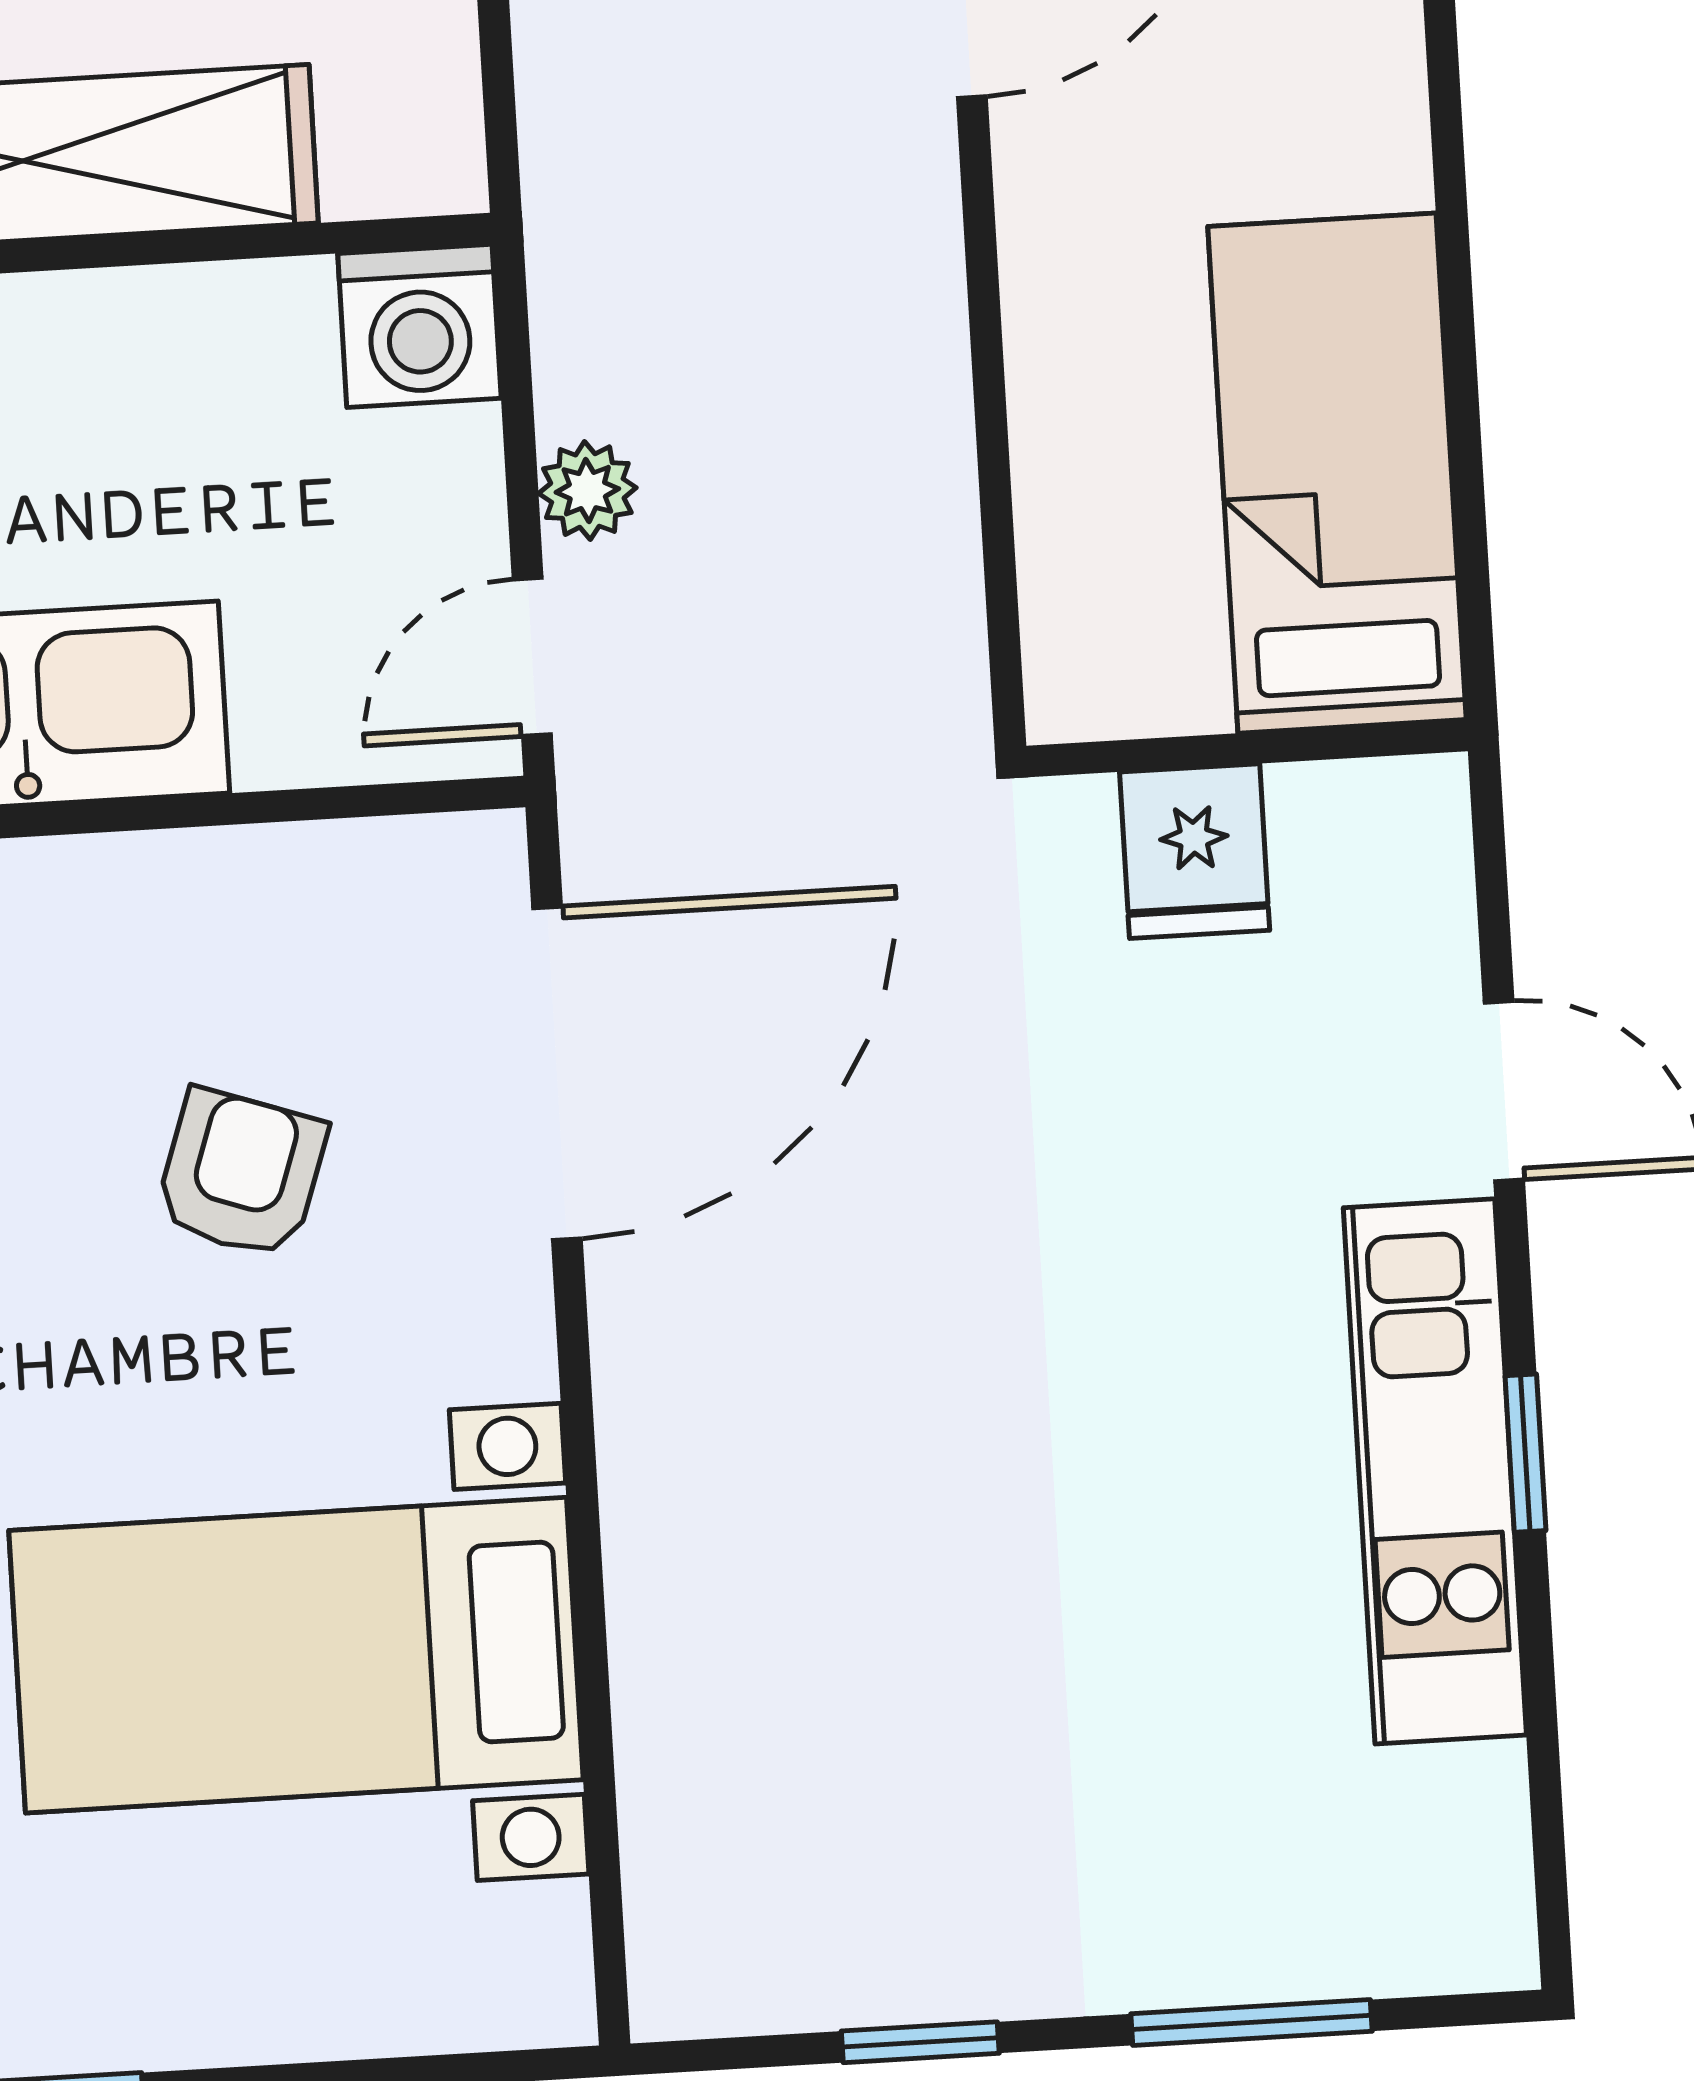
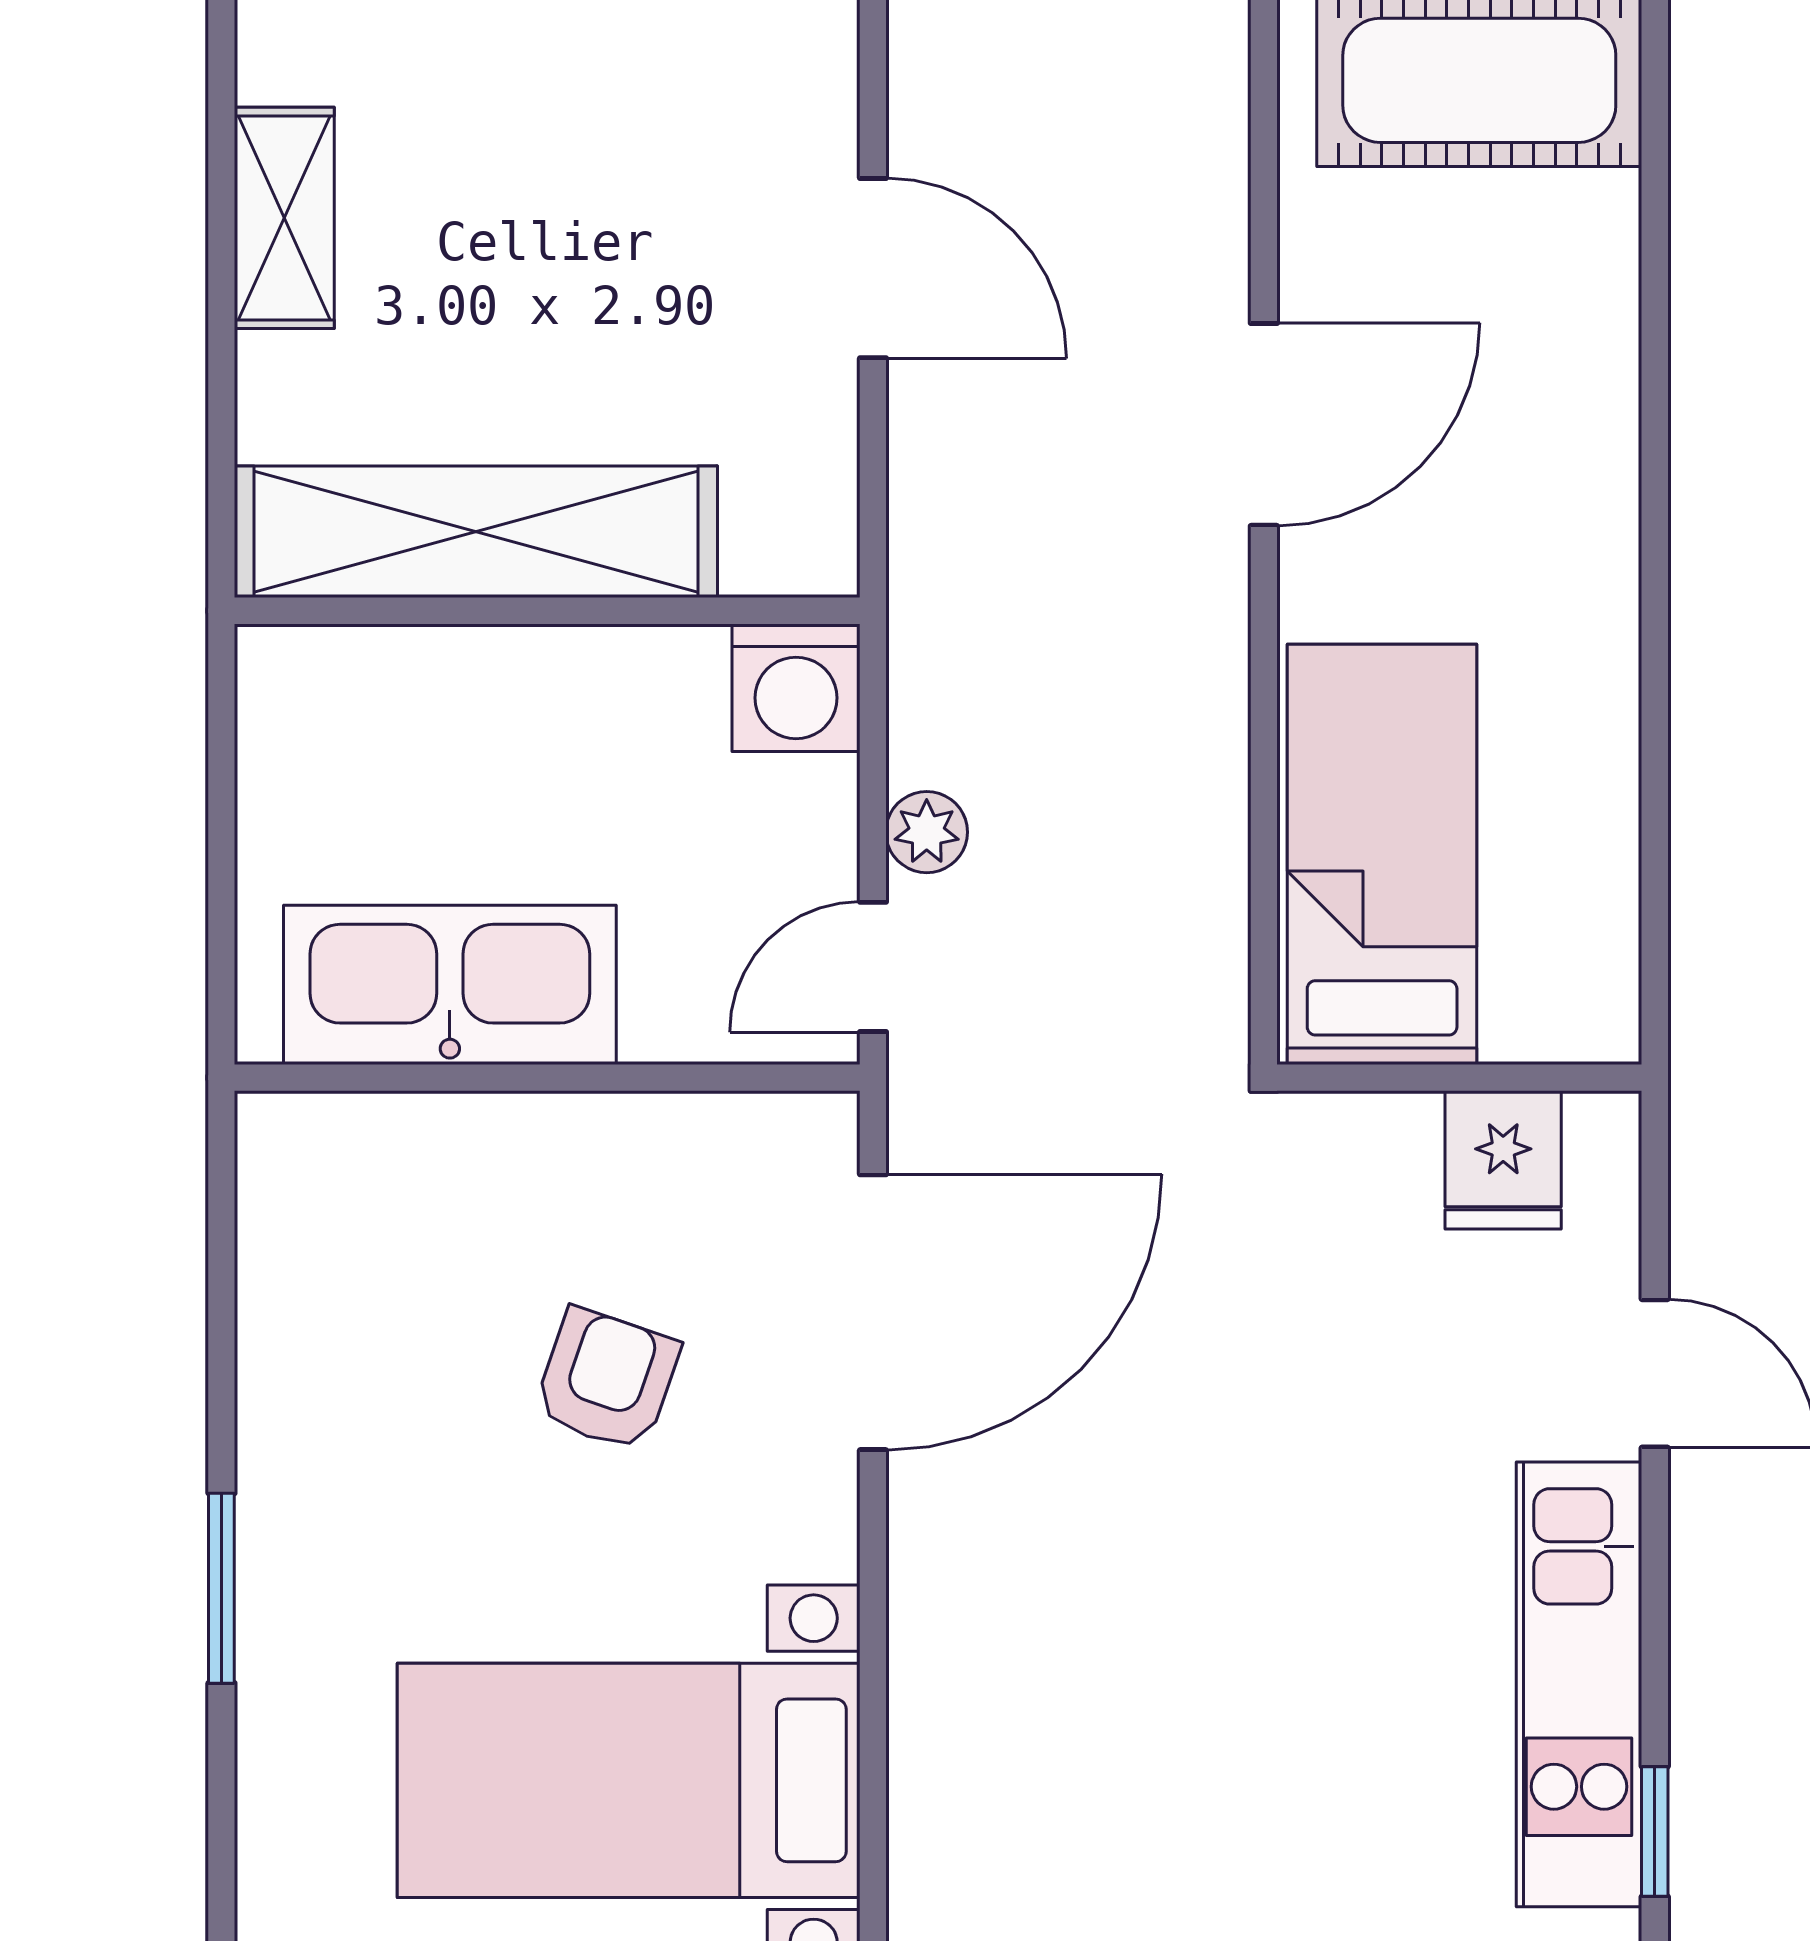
bed: (1337, 473) -> (1382, 854), moved
fridge: (1195, 851) -> (1503, 1160), moved
window: (1525, 1453) -> (1655, 1831), moved

